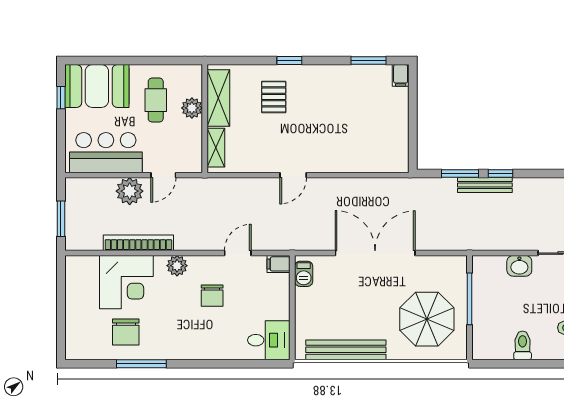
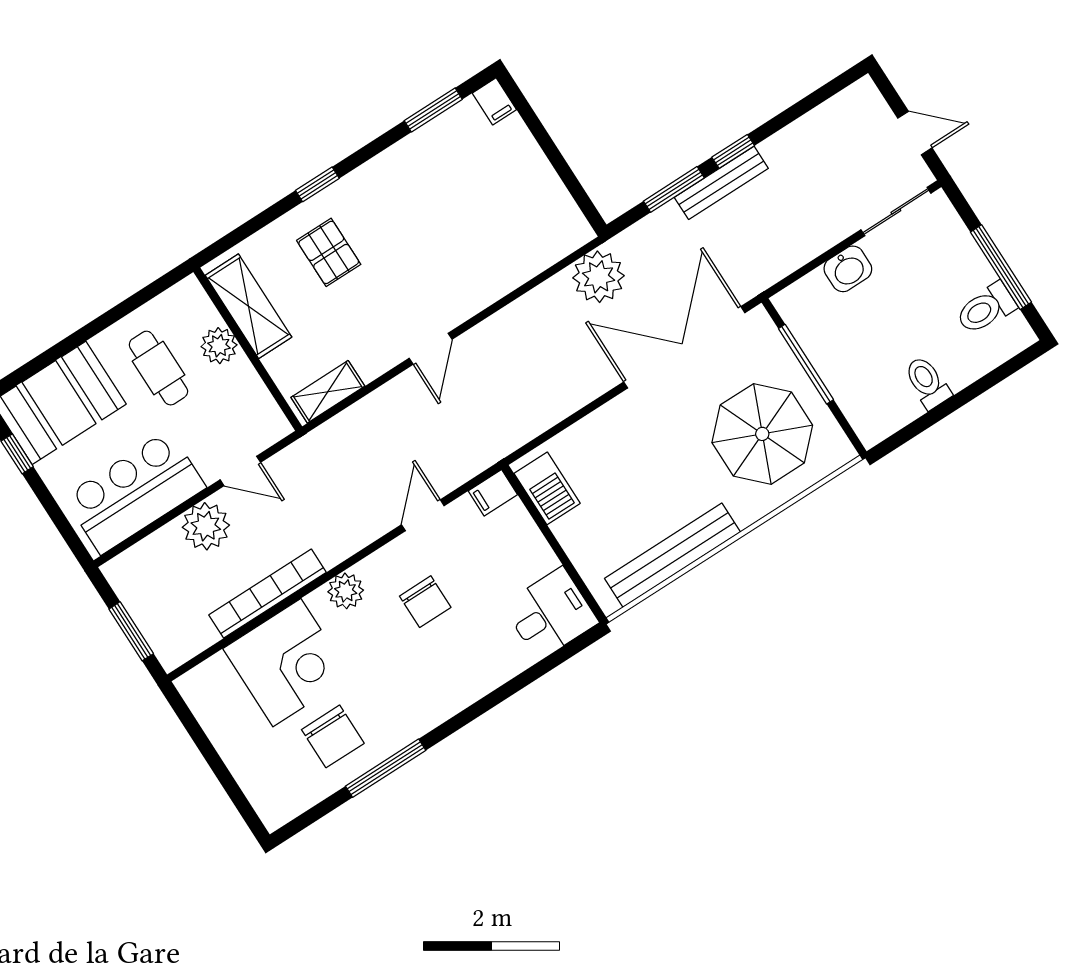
shelving: (216, 148) -> (328, 392), moved, turned 90
door: (163, 175) -> (240, 471), hinge flipped
plant: (397, 192) -> (599, 277), added
double door: (375, 253) -> (684, 347), moved
barbecue: (304, 274) -> (547, 488), width x1.38, depth x1.27

